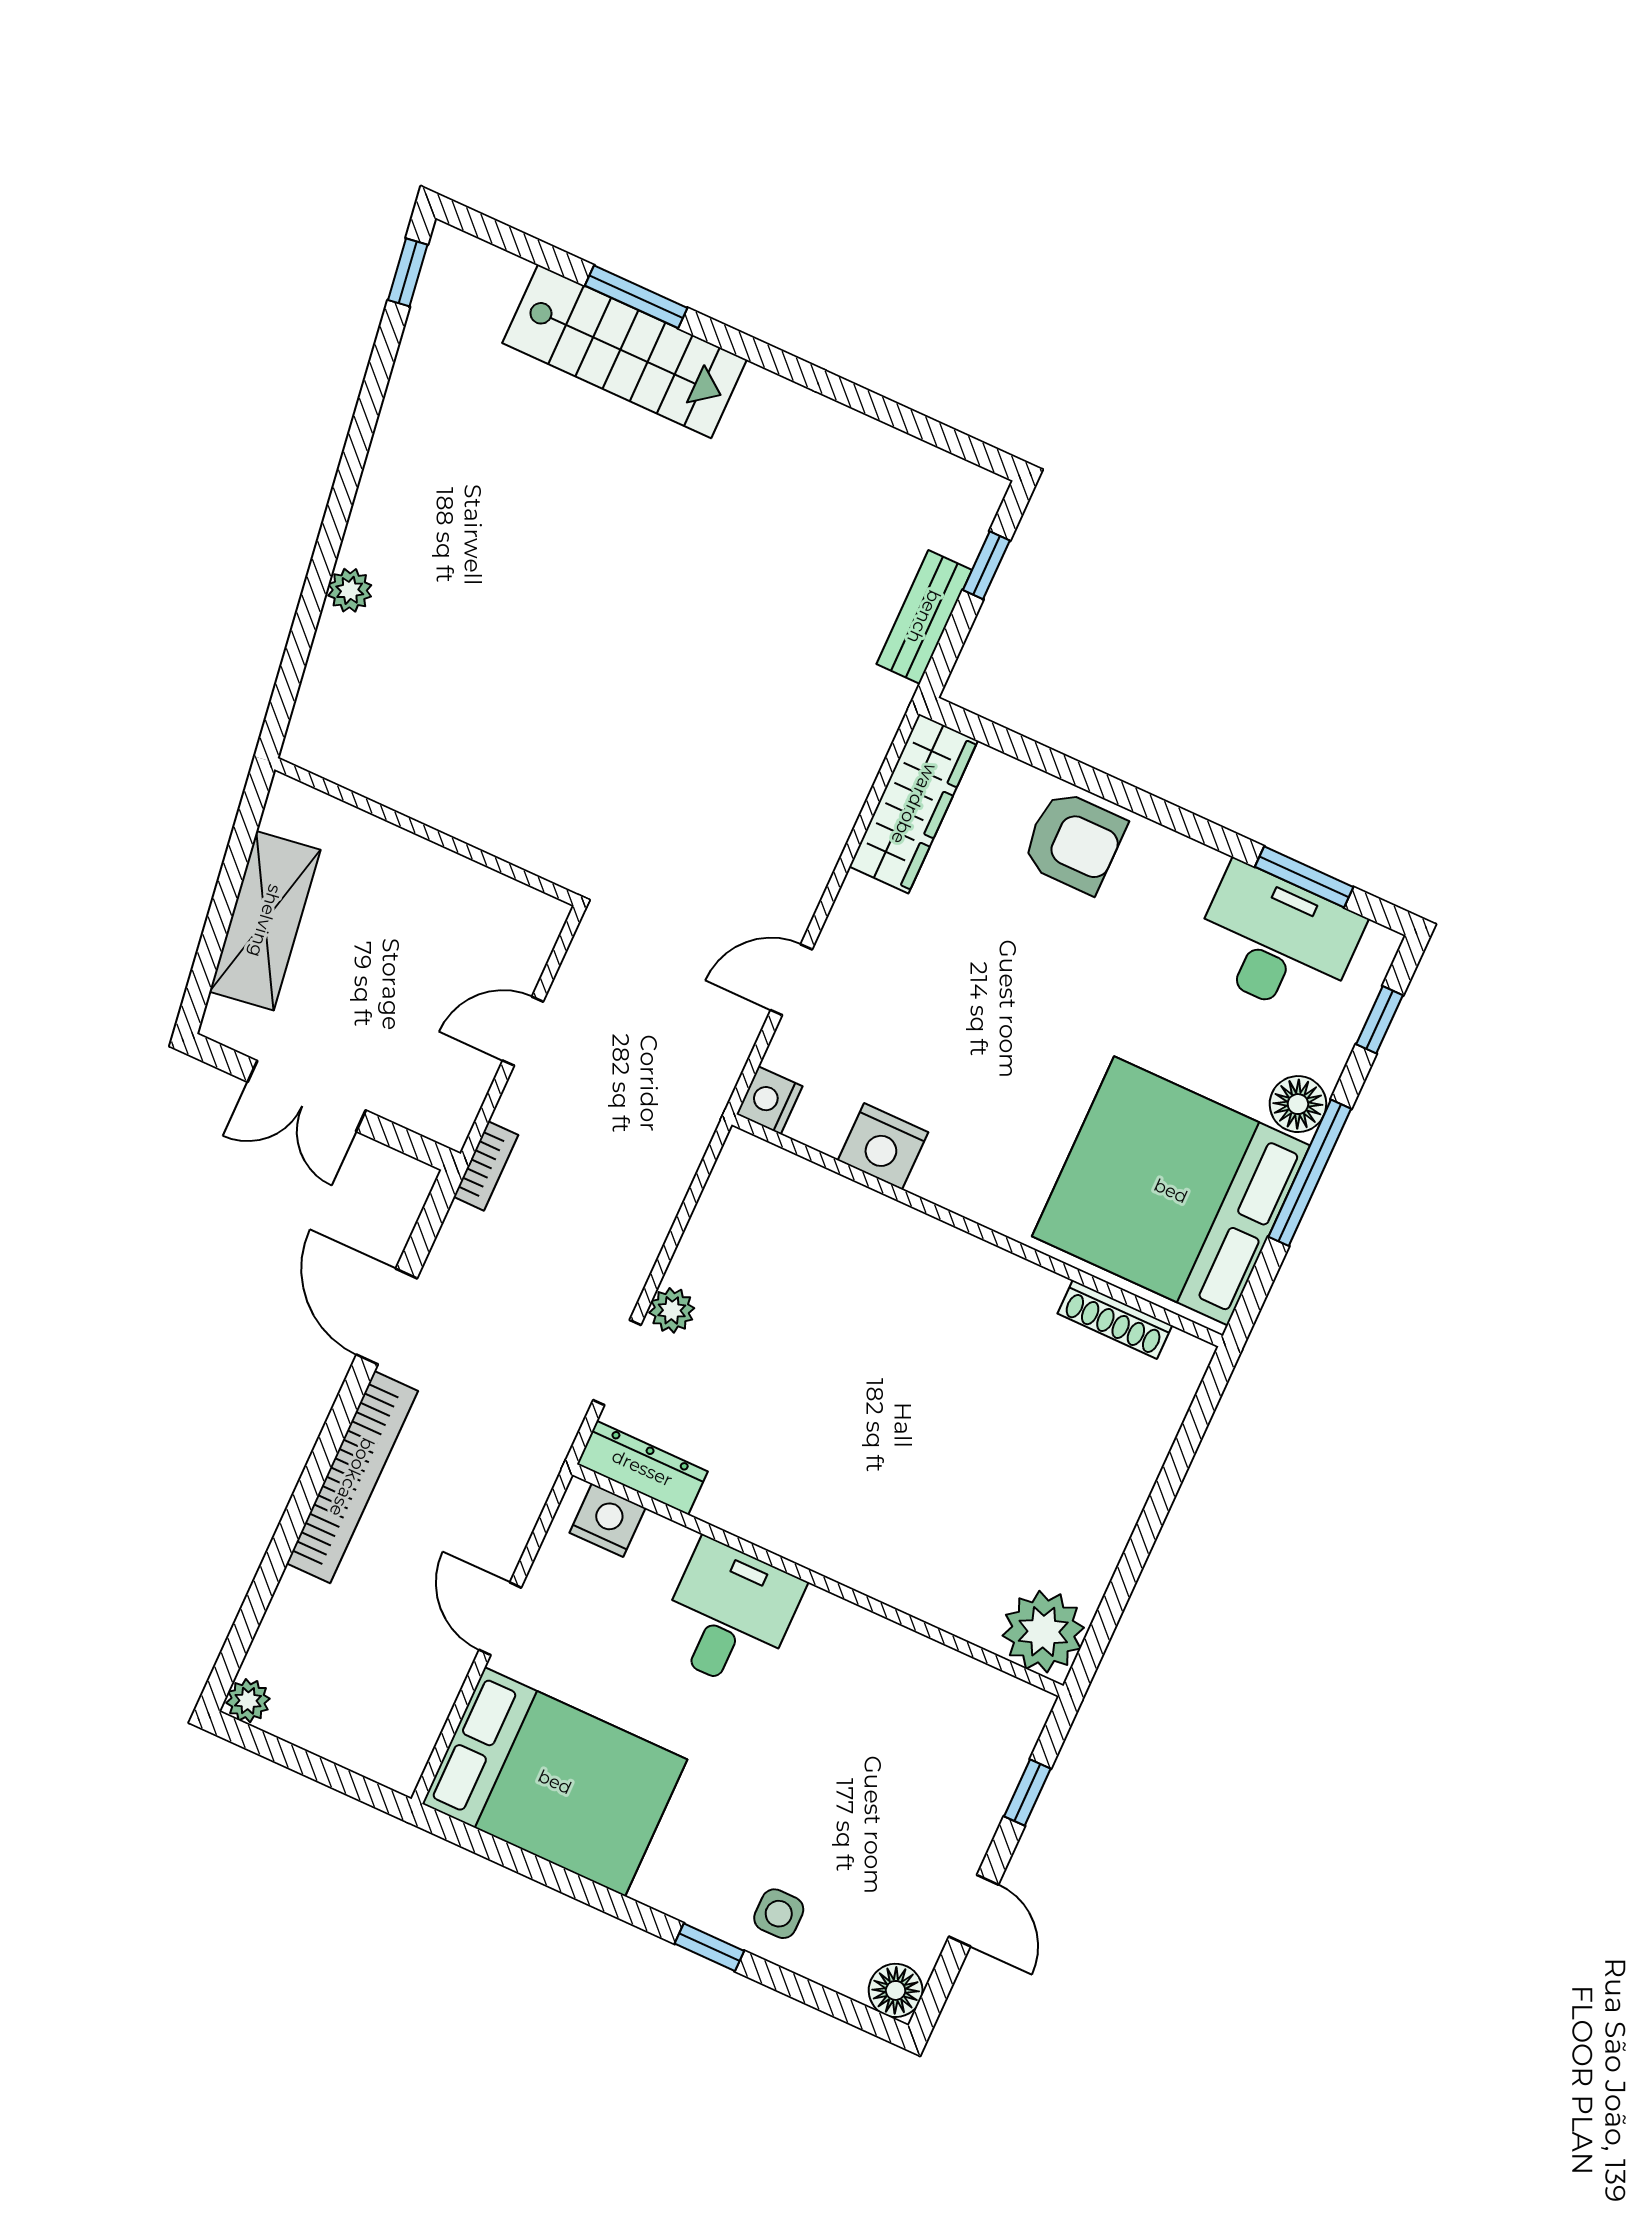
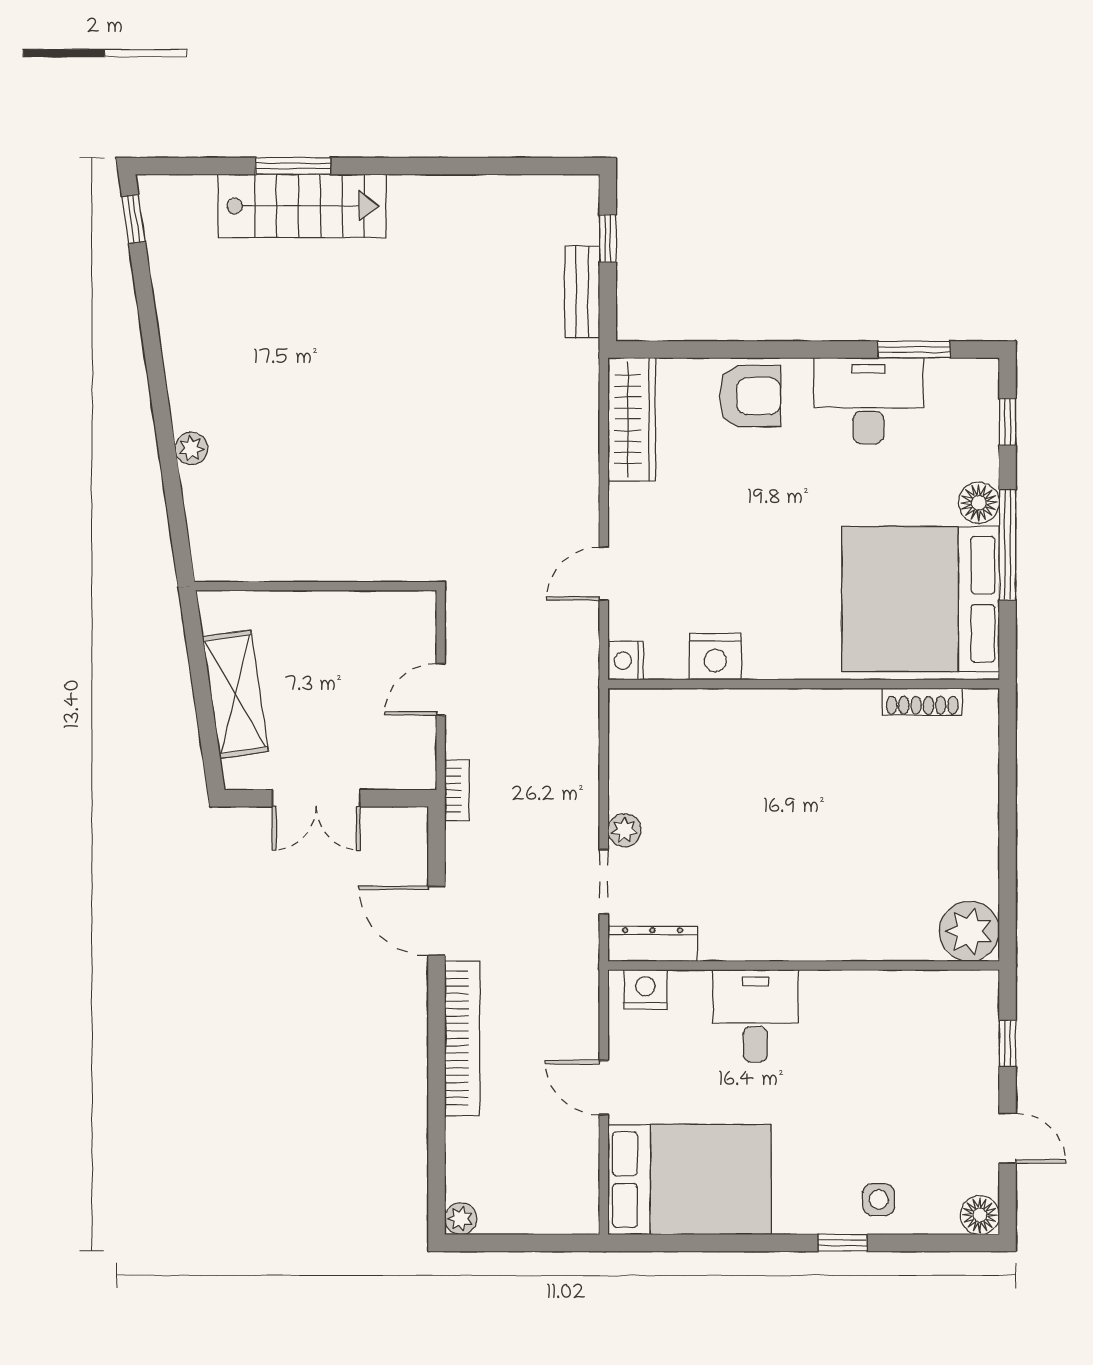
desk: (1276, 941) -> (868, 401), moved

